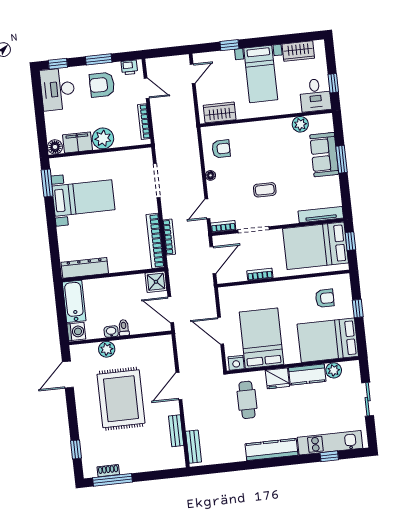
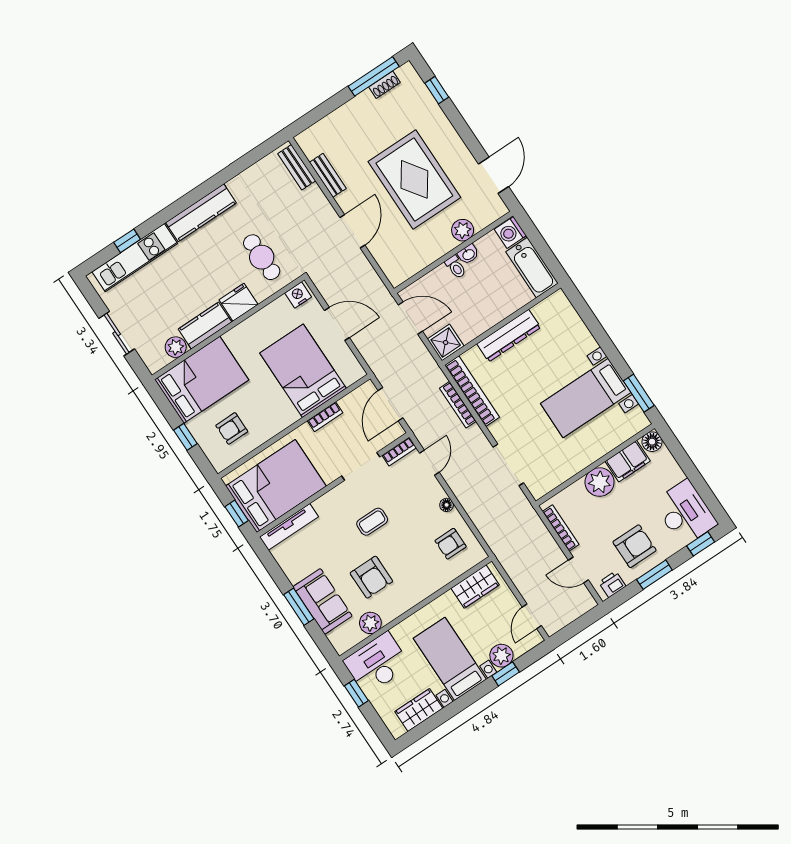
plant: (226, 58) -> (501, 656), added
desk: (315, 95) -> (377, 663), width x1.37
armchair: (284, 154) -> (371, 577), added
dresser: (85, 268) -> (509, 336), moved
bed: (261, 338) -> (303, 371), moved, turned 180

